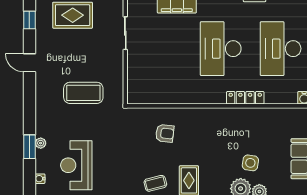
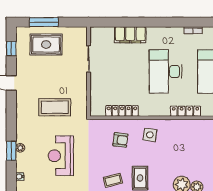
locker: (167, 97) -> (122, 111), added
side table: (250, 163) -> (150, 135), moved
reception desk: (76, 165) -> (61, 156), moved

